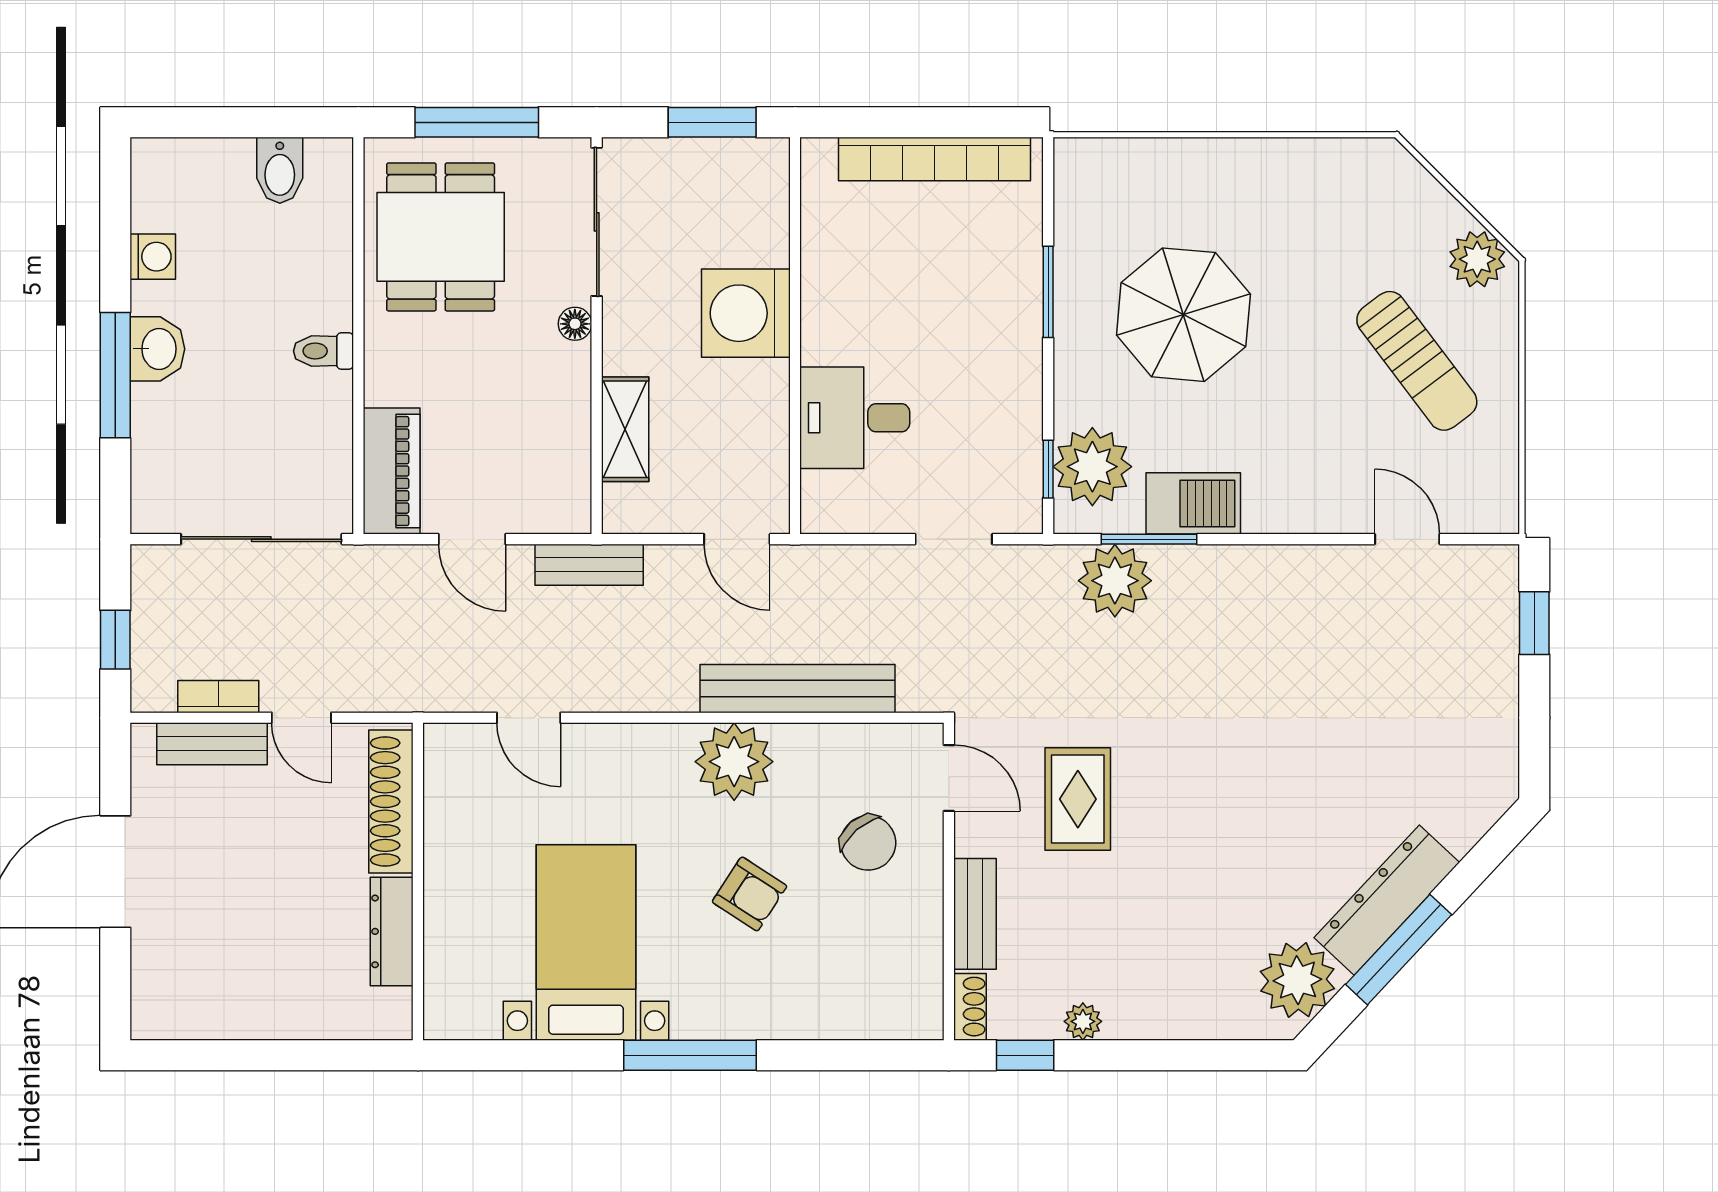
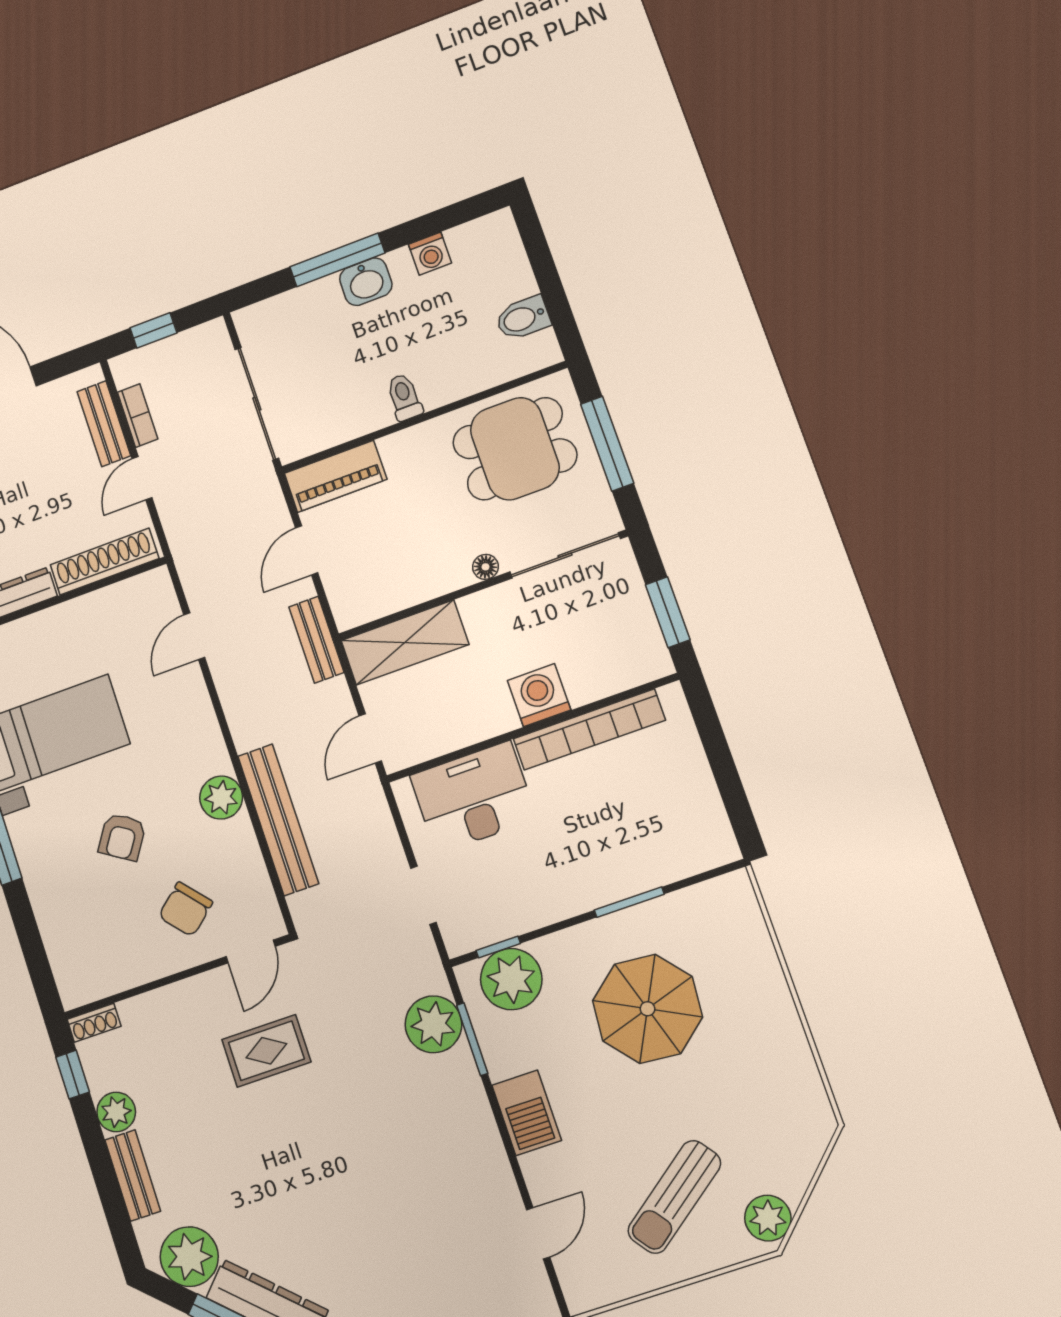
bookcase: (934, 159) -> (589, 730), moved, turned -90
washing machine: (746, 313) -> (539, 695), width x0.73, depth x0.73
desk: (855, 418) -> (473, 797), width x1.37
shelving: (625, 429) -> (405, 642), width x1.50, depth x1.33
barbecue: (1193, 503) -> (527, 1113), moved
plant: (734, 762) -> (221, 798), width x0.73, depth x0.73
bench: (975, 914) -> (133, 1176), moved, turned 90
plant: (1083, 1021) -> (116, 1112), width x1.38, depth x1.38

